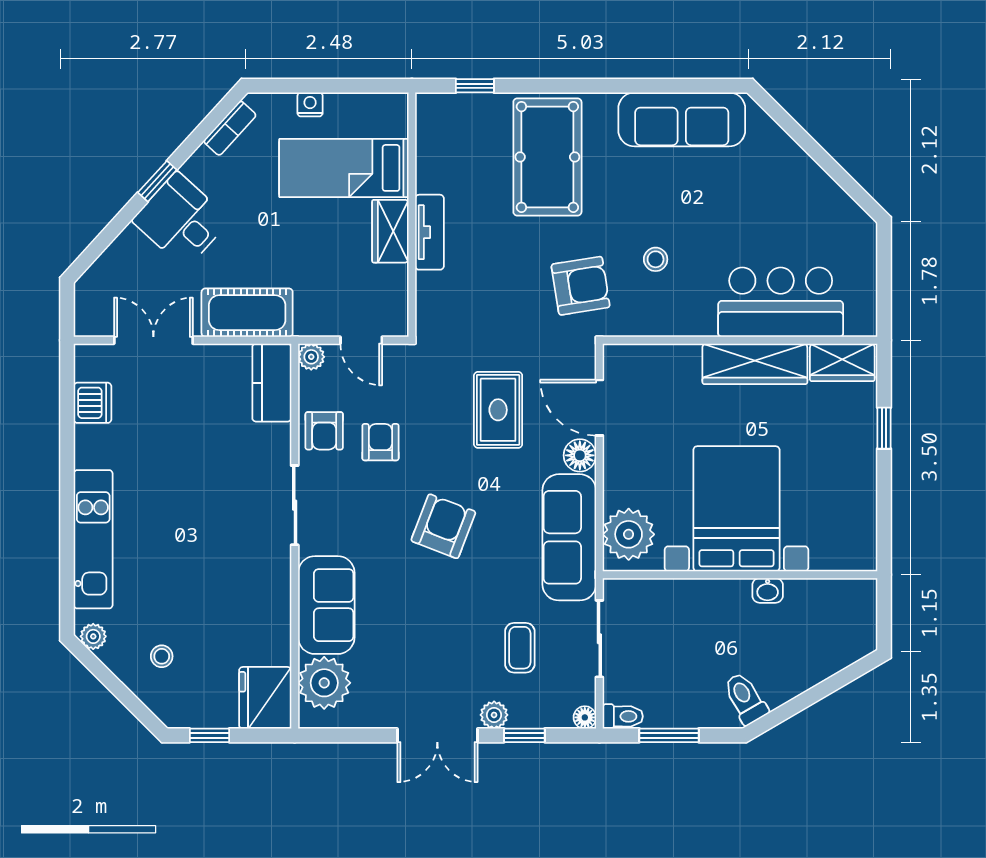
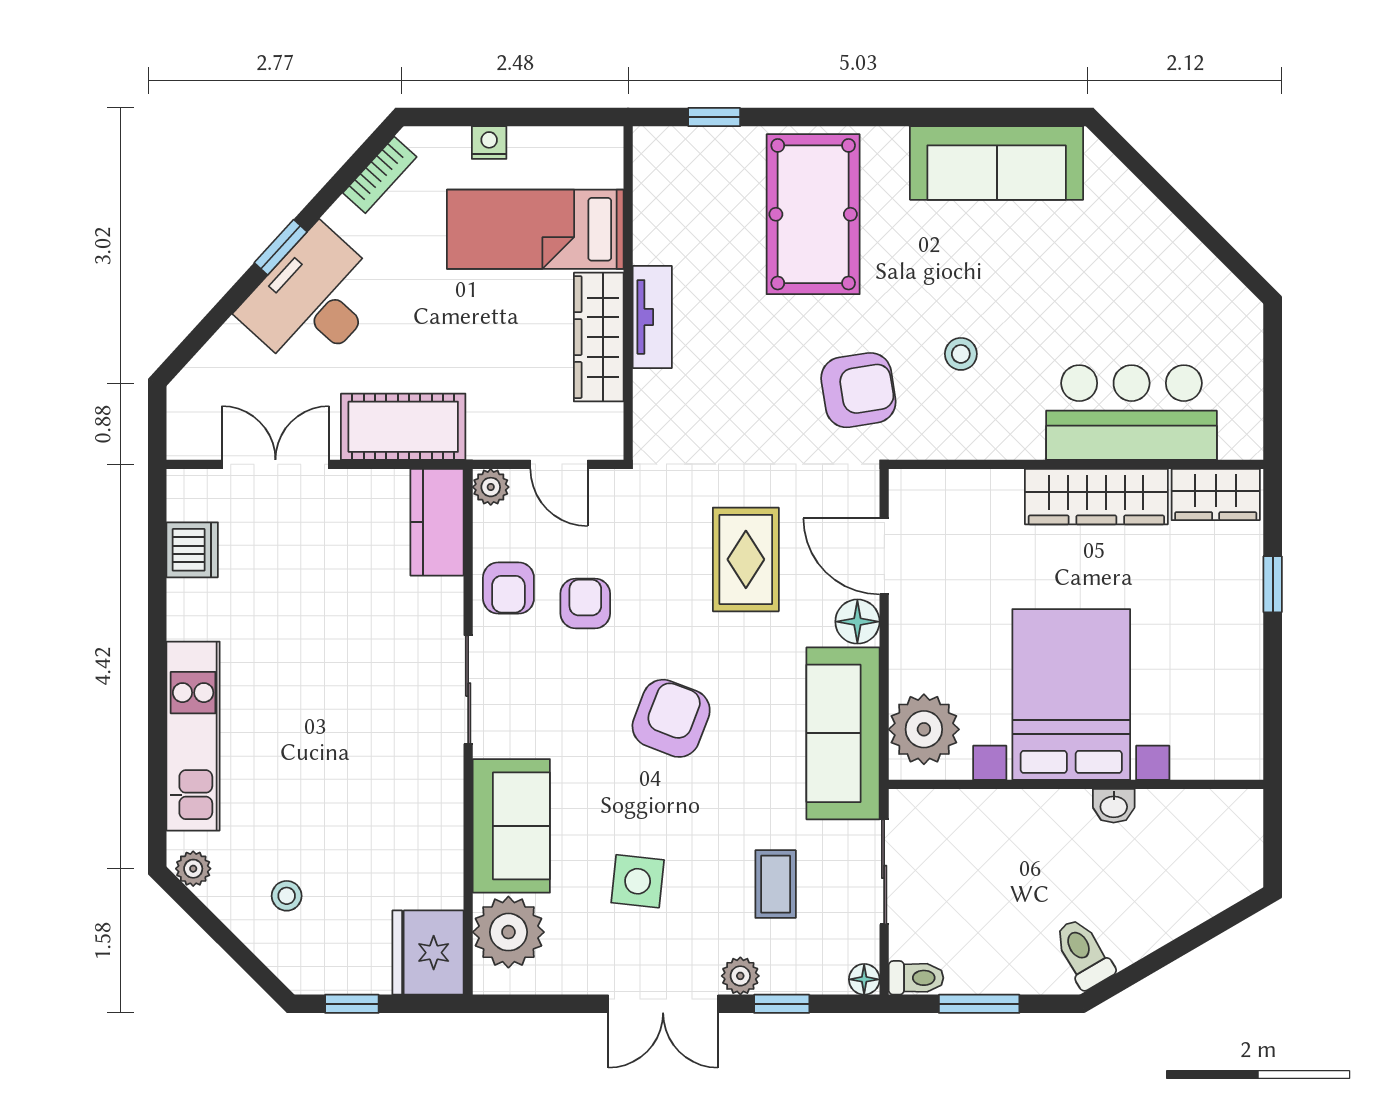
desk: (181, 220) -> (313, 300), width x1.37
wardrobe: (390, 231) -> (599, 337), width x1.50
side table: (419, 646) -> (638, 881), added

